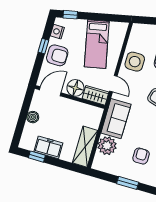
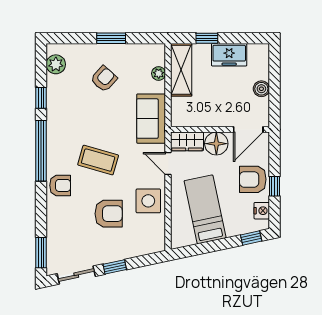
plant: (107, 146) -> (159, 73), width x0.53, depth x0.53
armchair: (141, 156) -> (104, 79), turned -138
window: (37, 157) -> (207, 38), moved

